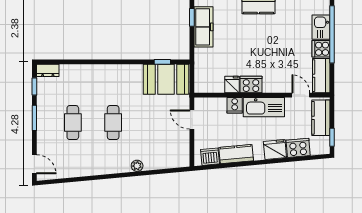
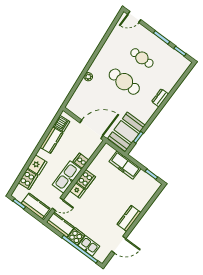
freezer: (203, 27) -> (125, 165), moved
dresser: (48, 70) -> (160, 98), moved
fridge: (232, 85) -> (78, 191), moved
door: (192, 119) -> (91, 129), width x1.87
cafe table: (113, 123) -> (124, 82), width x1.37, depth x1.35

